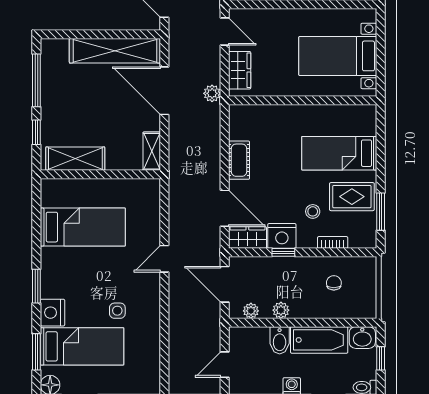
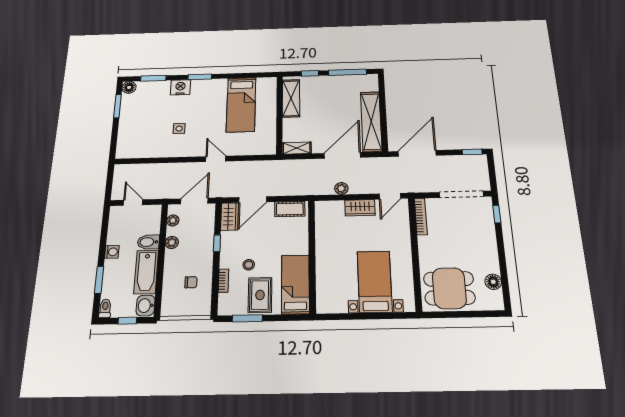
wall: (303, 100) -> (312, 256), moved
nightstand: (282, 236) -> (230, 242), removed
bed: (82, 346) -> (155, 107), removed

